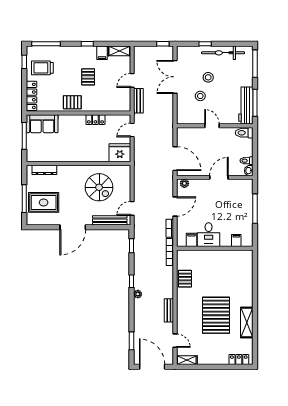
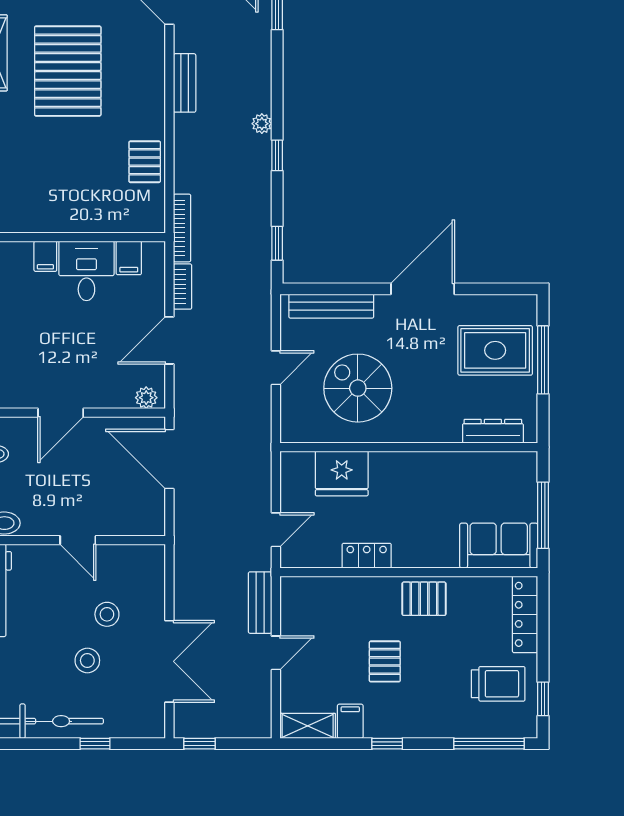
fridge: (120, 153) -> (342, 474), moved
door: (132, 208) -> (276, 368), moved
filing cabinet: (236, 240) -> (45, 256), moved

